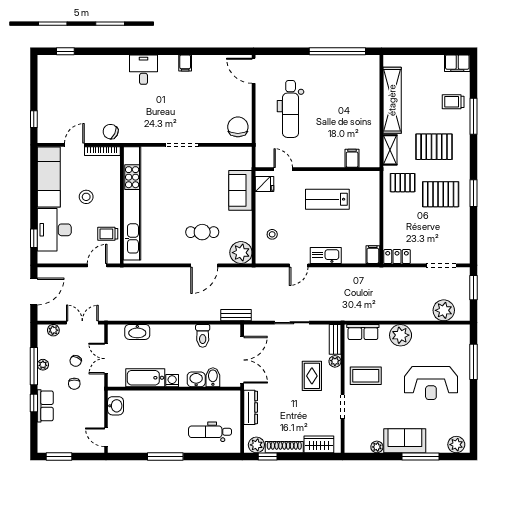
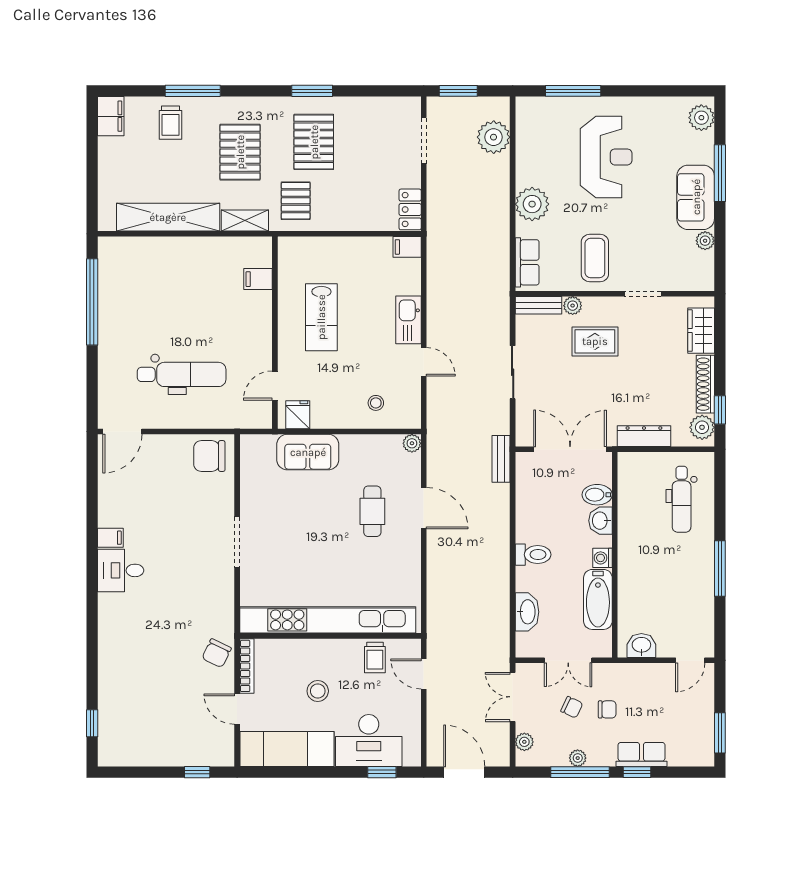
desk: (144, 70) -> (121, 570), moved
plant: (241, 253) -> (412, 443), width x0.53, depth x0.53
toilet: (203, 336) -> (533, 555), moved

